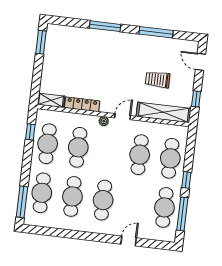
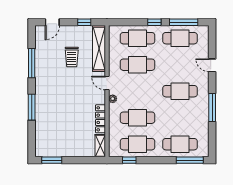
cafe table: (72, 196) -> (180, 118), removed
window: (80, 235) -> (212, 107), added

